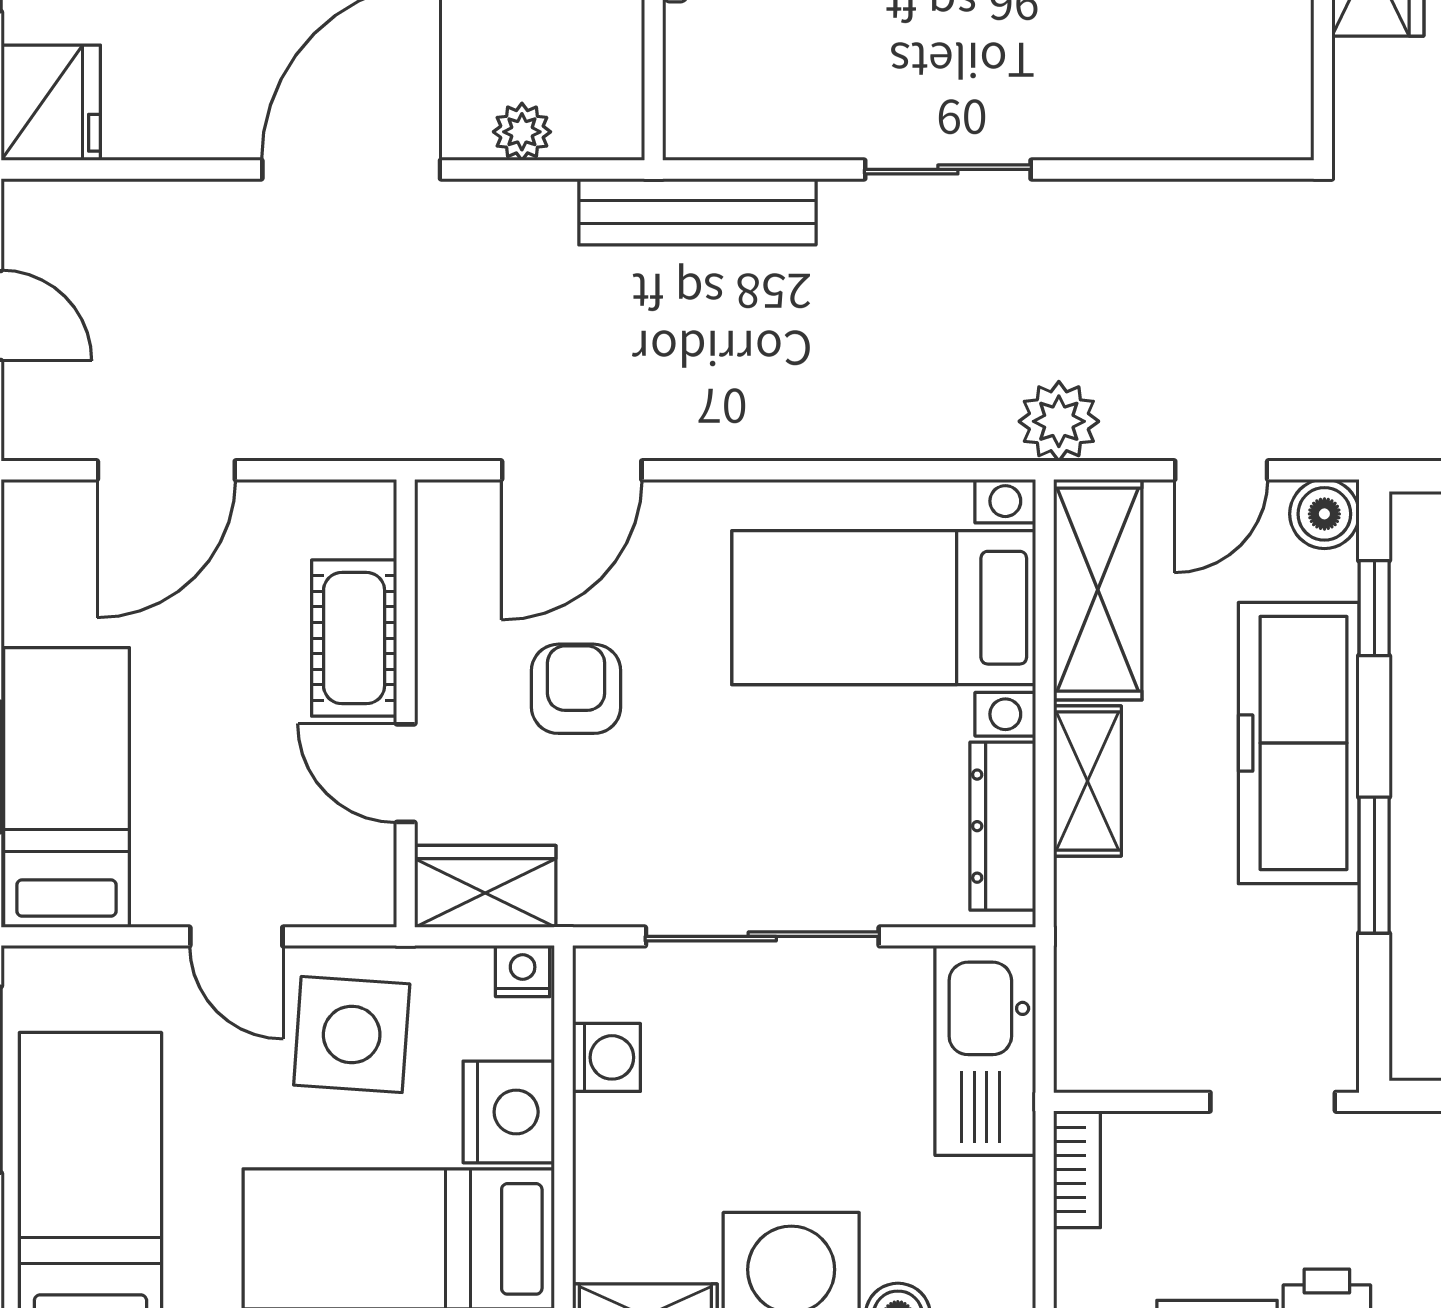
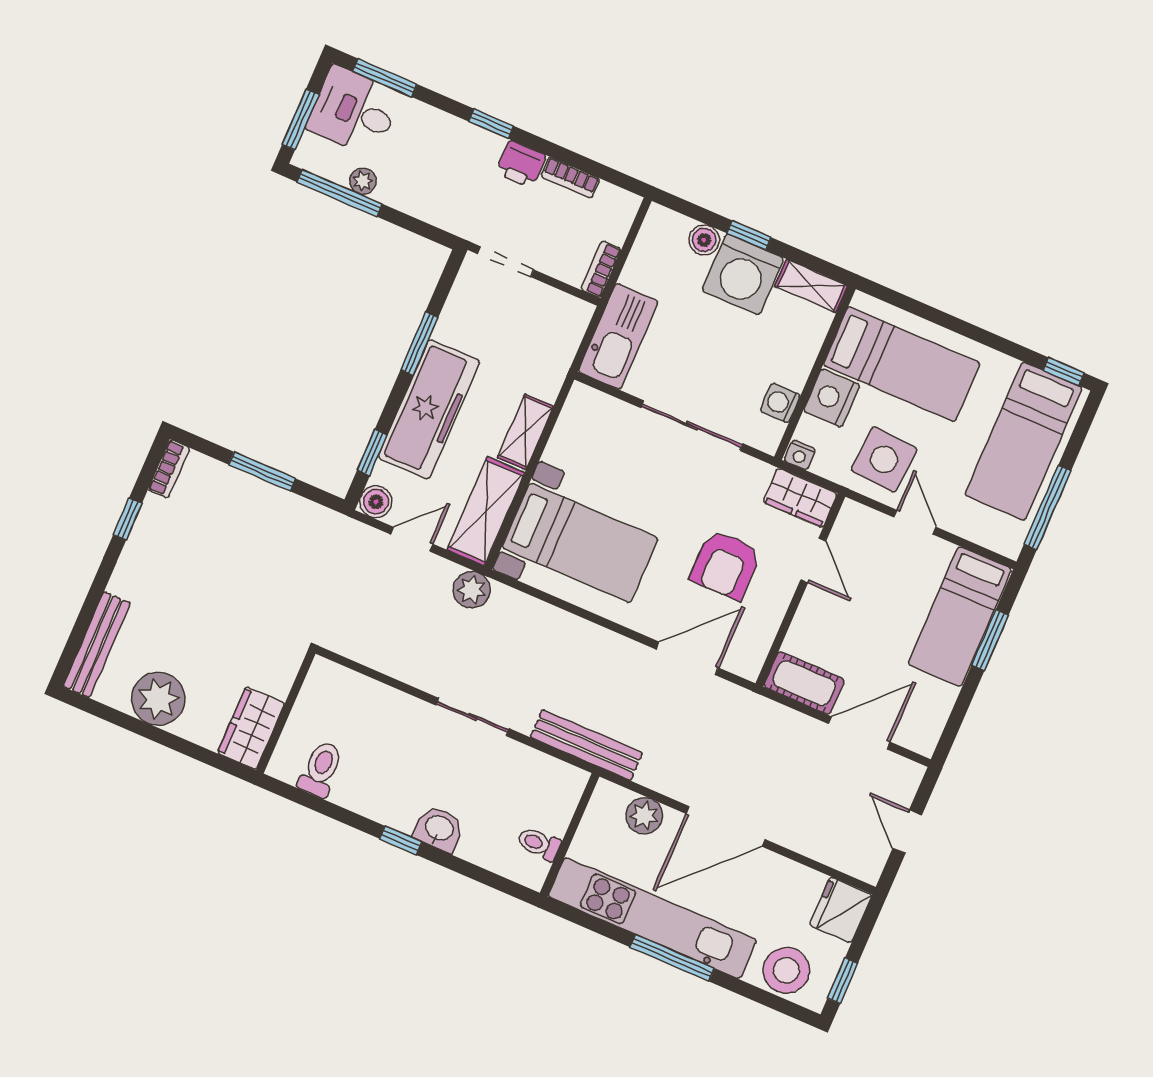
plant: (522, 132) -> (644, 816), width x1.38, depth x1.38
cot: (354, 638) -> (804, 683), moved, turned 90
armchair: (576, 689) -> (725, 565), width x1.38, depth x1.38
dresser: (1003, 826) -> (570, 428), removed

